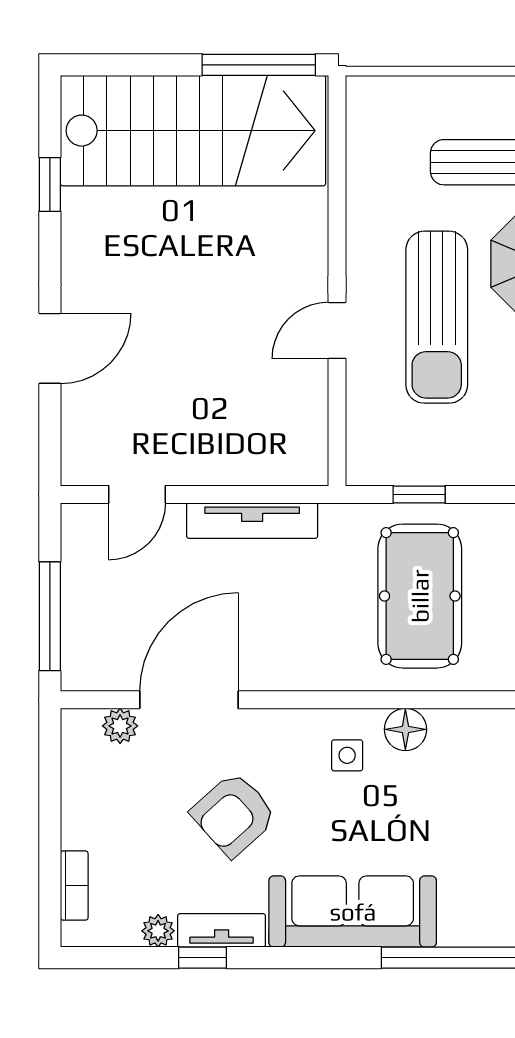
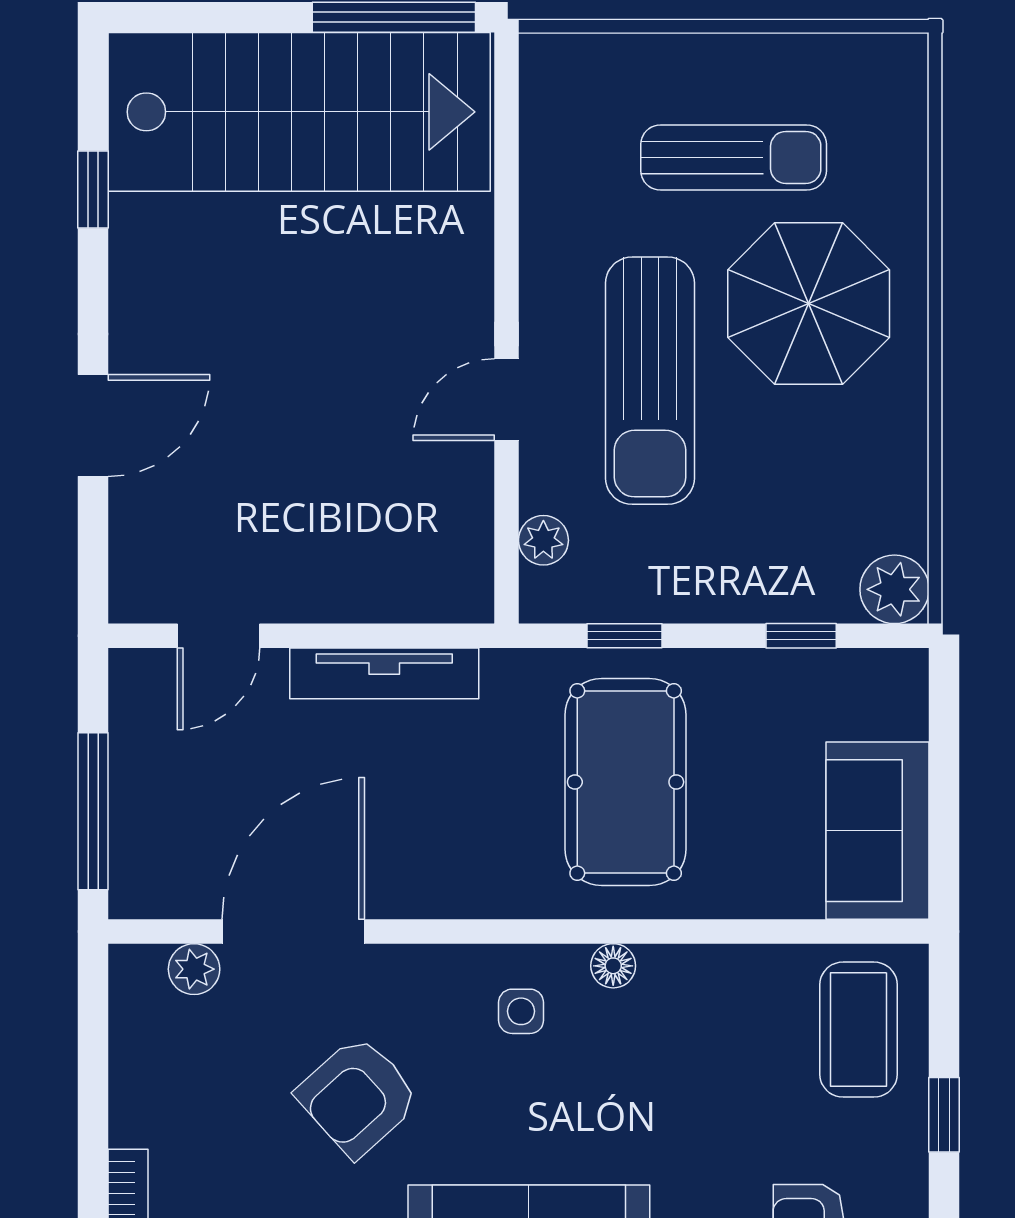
plant: (363, 428) -> (543, 540), added
floor lamp: (405, 729) -> (613, 966), width x0.73, depth x0.73

